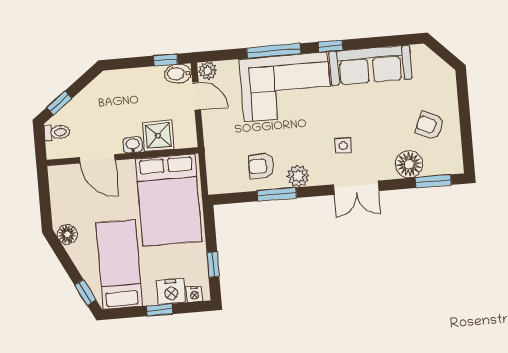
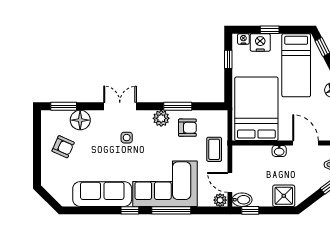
shower: (158, 136) -> (284, 196), moved
coffee table: (222, 140) -> (214, 149), added

